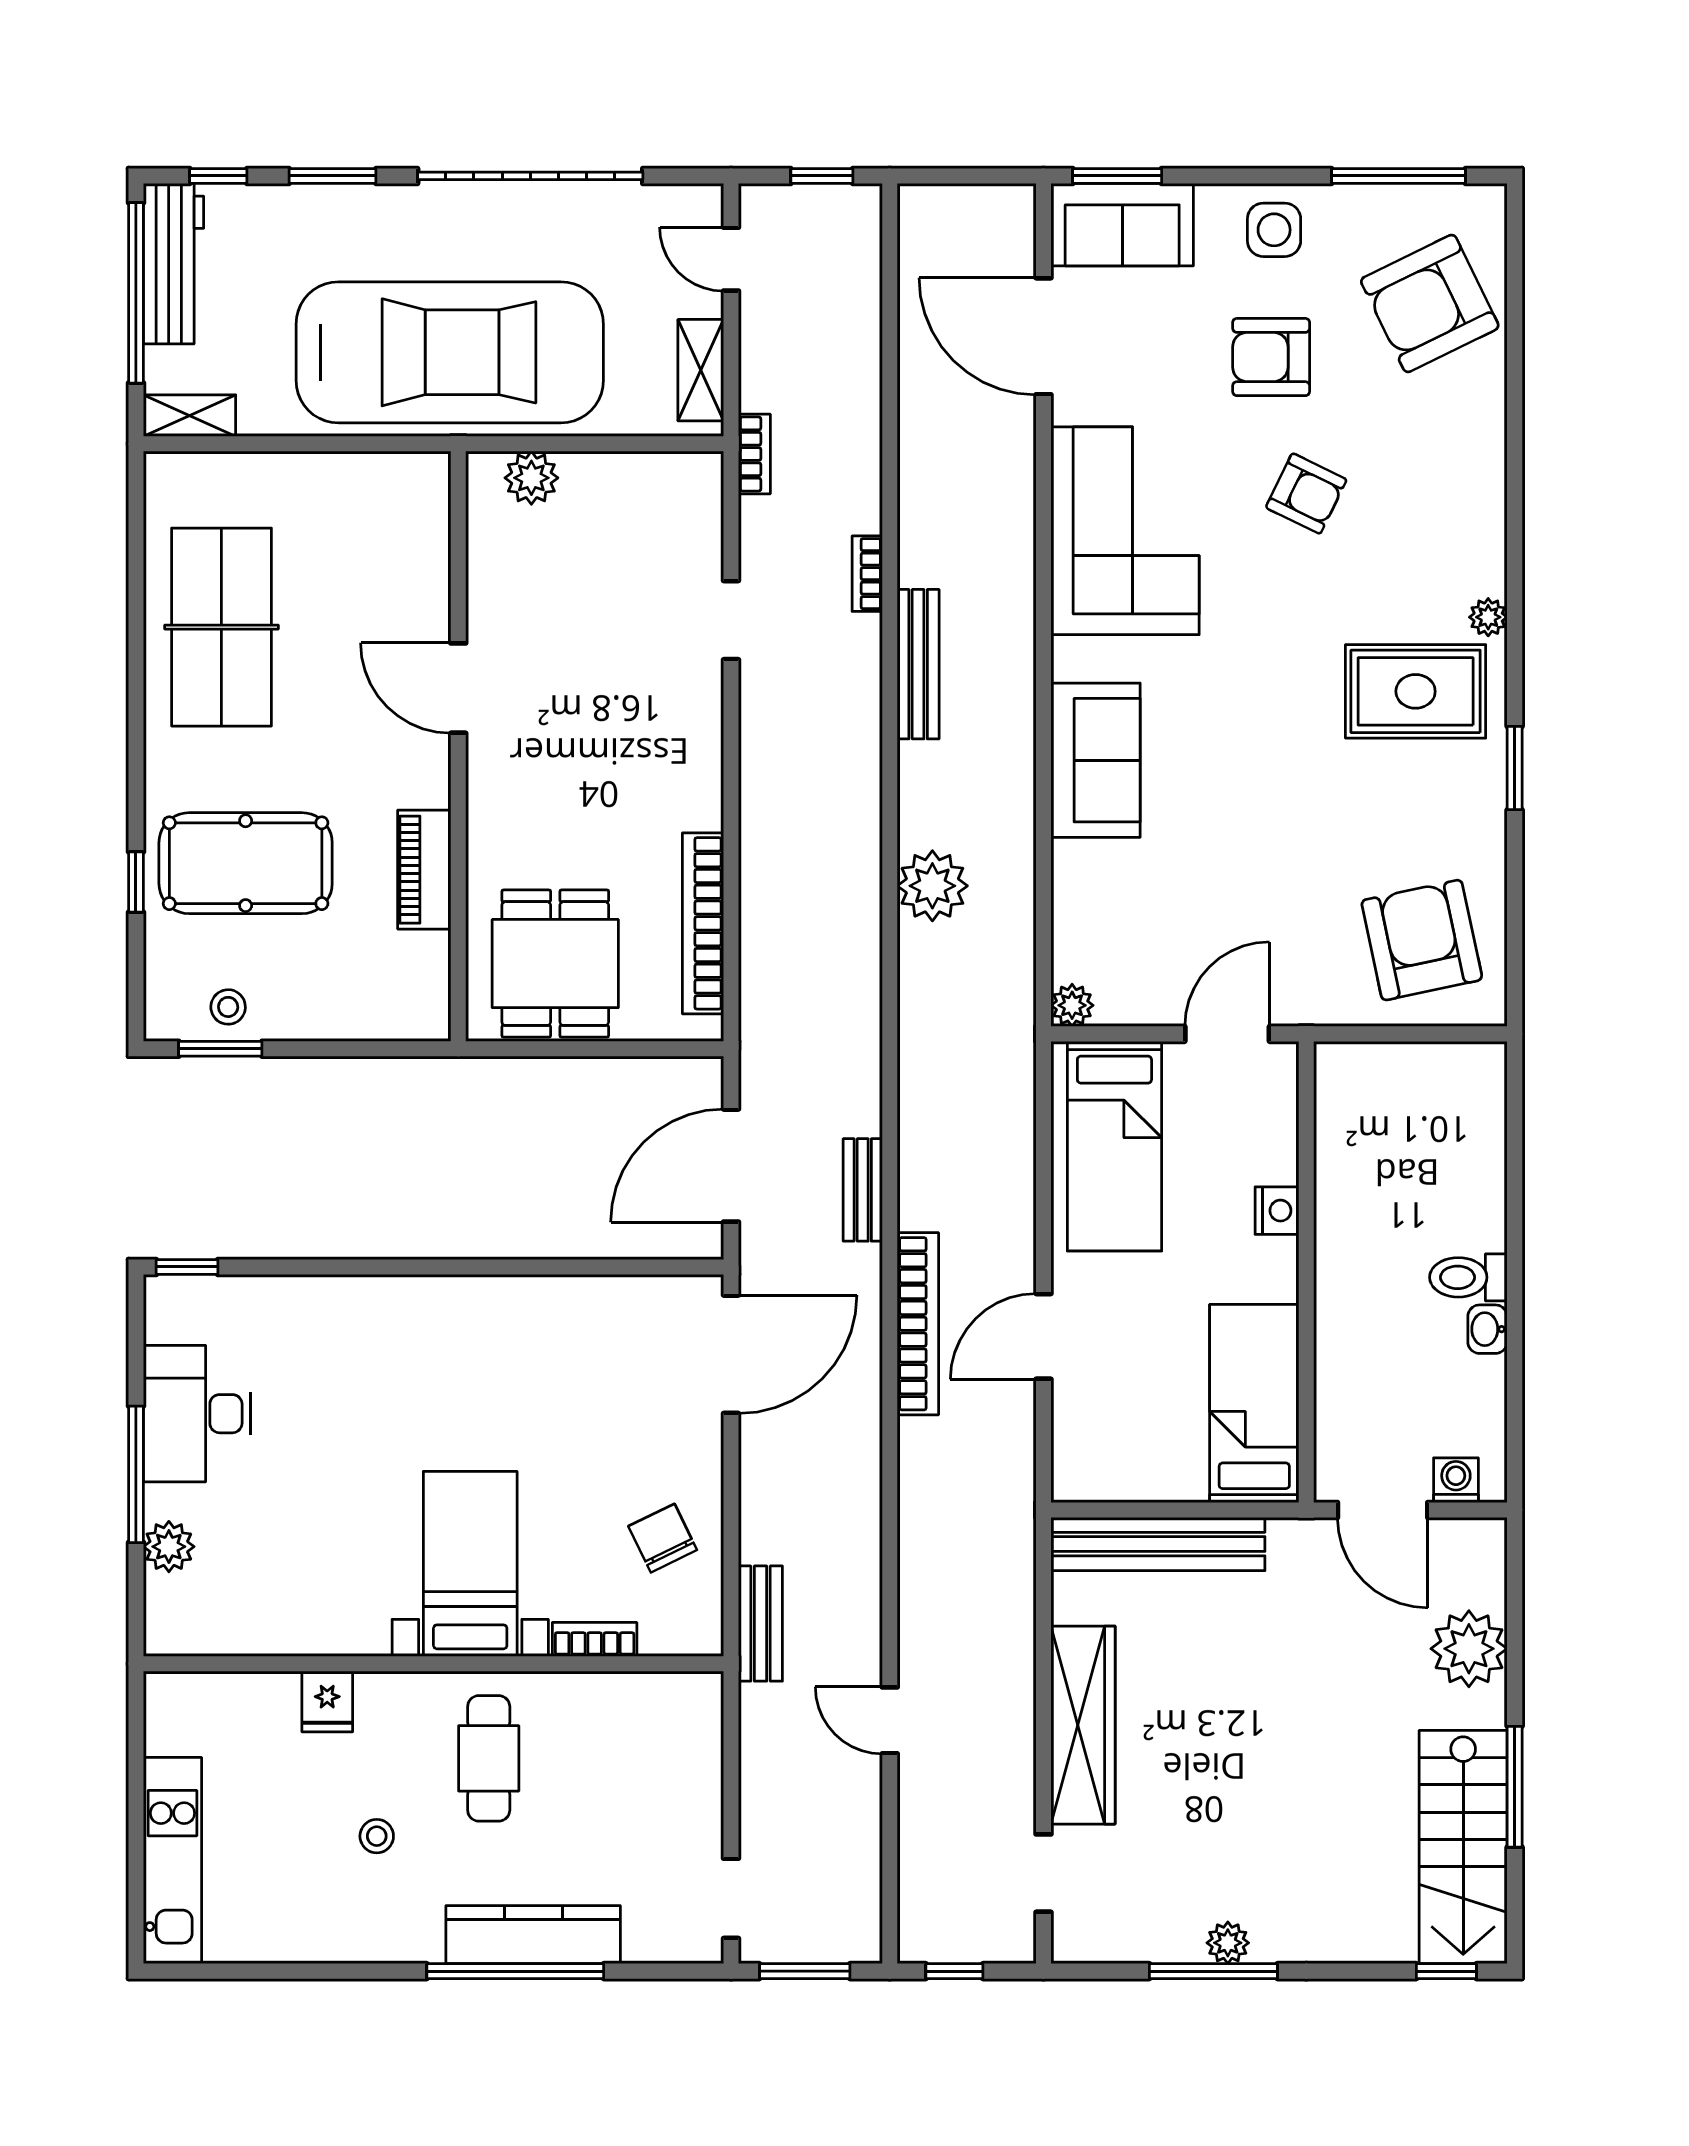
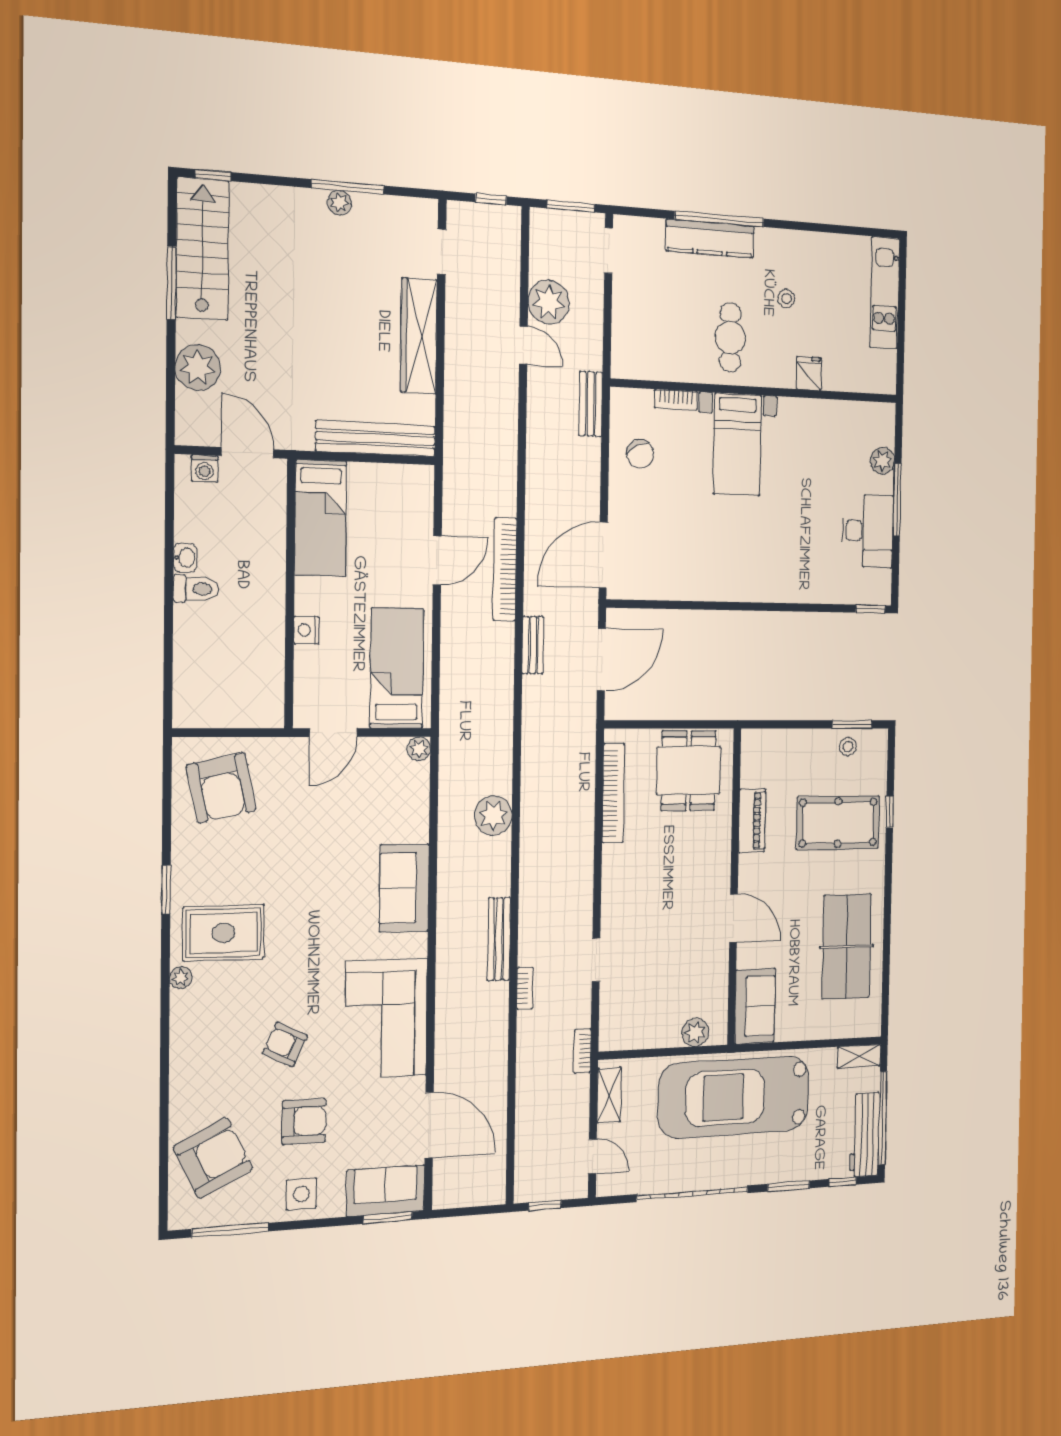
sofa: (410, 521) -> (755, 1006), added
plant: (843, 1799) -> (549, 302), added

